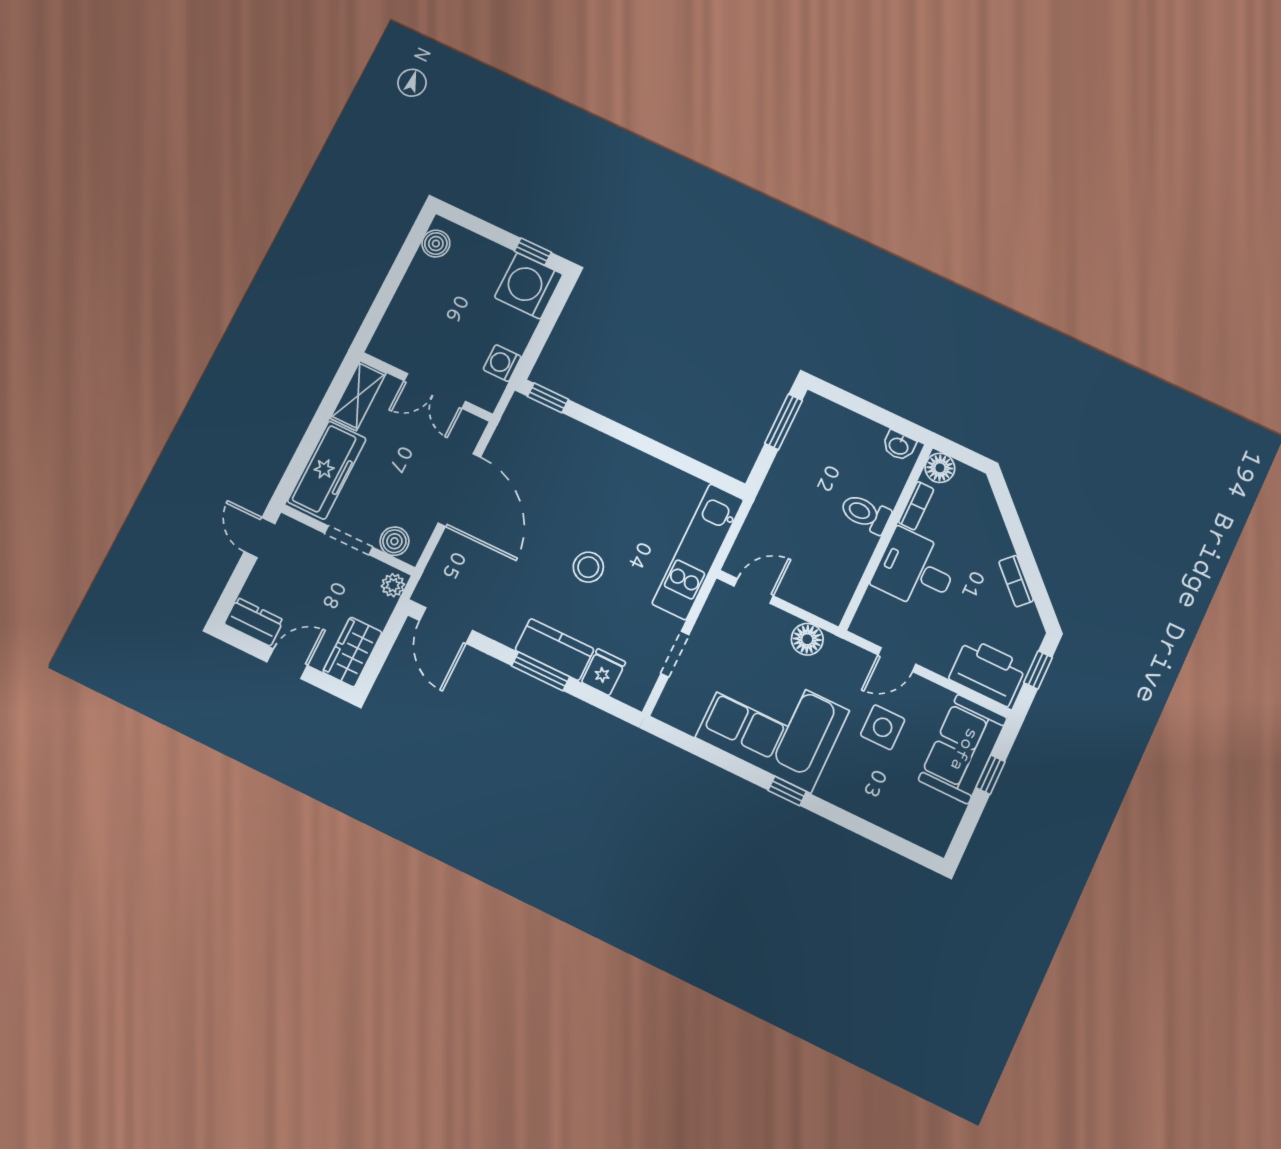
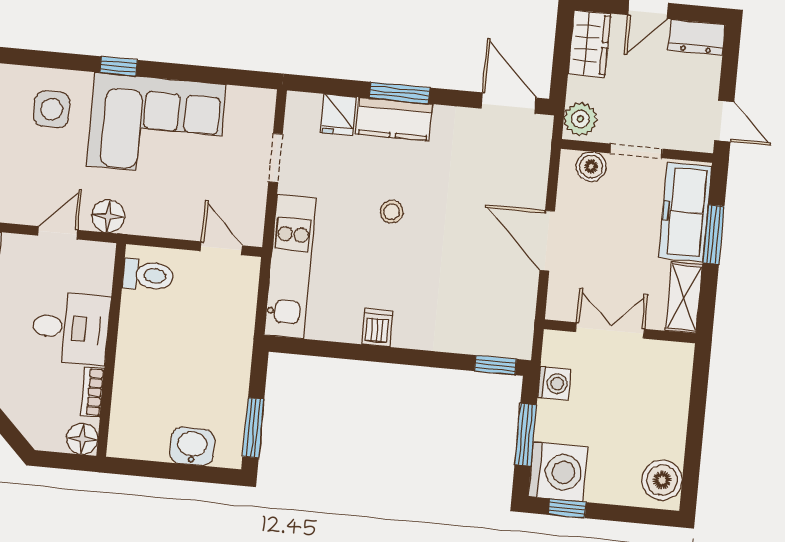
boiler: (436, 244) -> (662, 480), width x1.36, depth x1.36
window: (545, 328) -> (526, 435), added
window: (310, 441) -> (714, 234), added
washbasin: (899, 446) -> (192, 446), moved, width x1.38, depth x1.45
dishwasher: (640, 469) -> (377, 327), added
door: (459, 490) -> (547, 241), width x0.73
toilet: (865, 514) -> (148, 275), moved
stool: (588, 567) -> (392, 212), width x0.73, depth x0.73
plant: (393, 585) -> (581, 119), width x1.38, depth x1.38
door: (754, 591) -> (221, 248), swing flipped
floor lamp: (807, 639) -> (108, 216), moved
side table: (883, 727) -> (52, 109), moved

